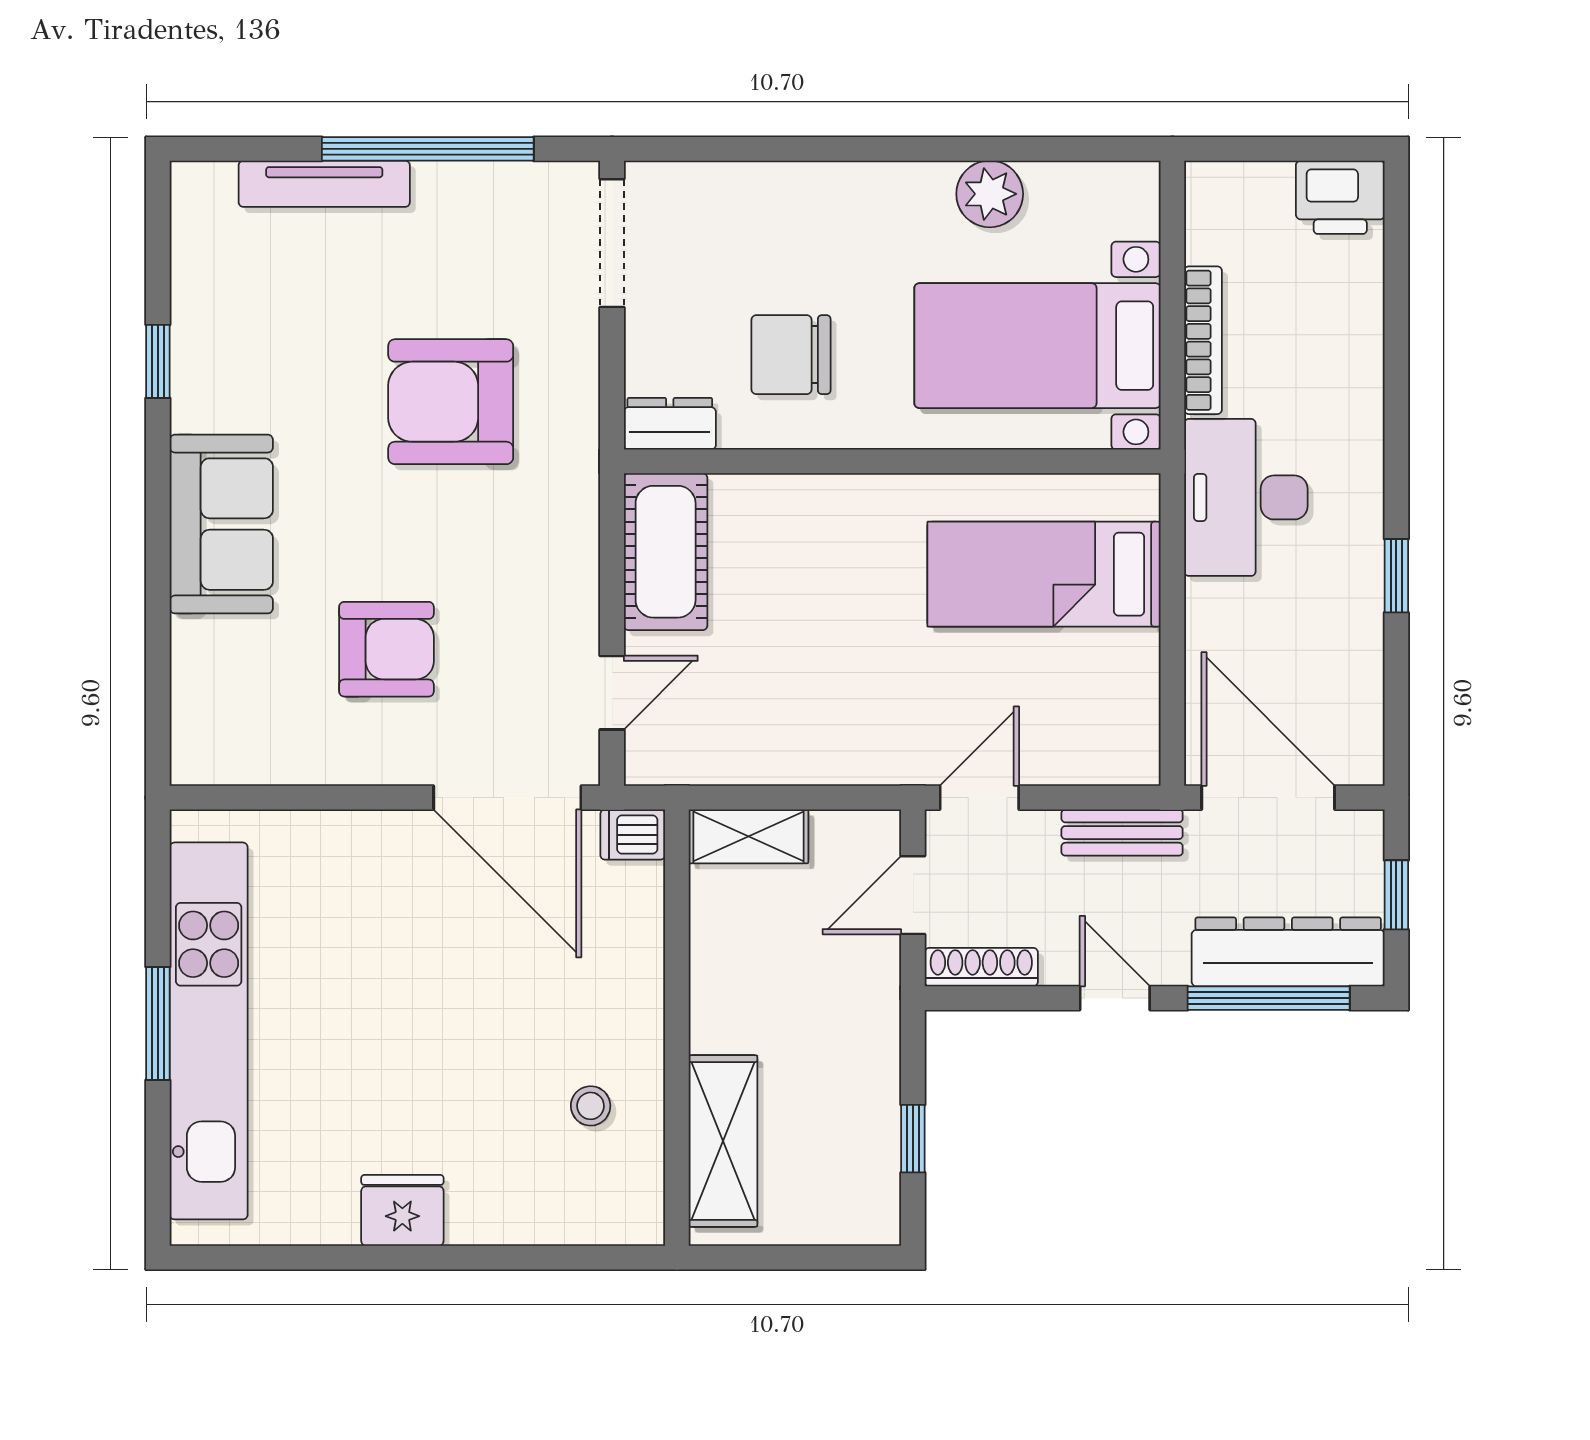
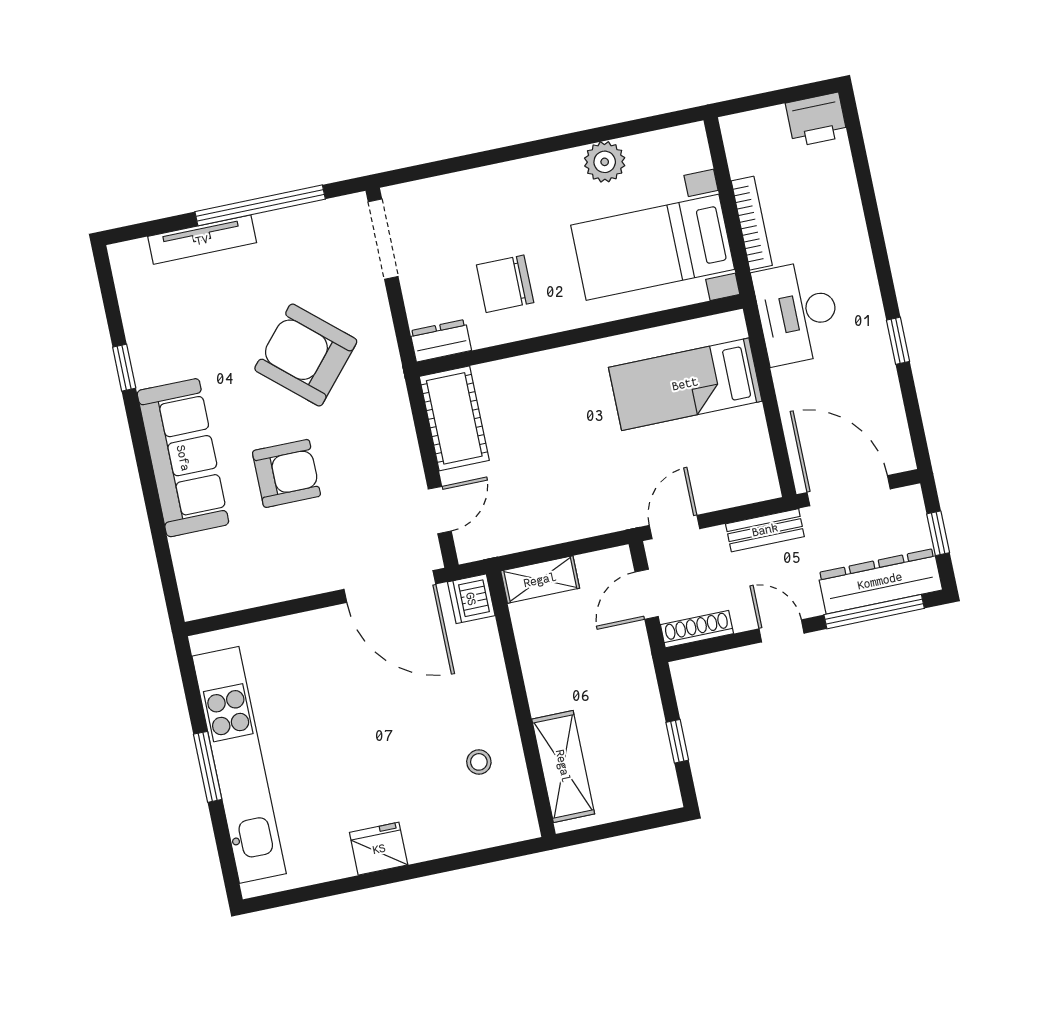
armchair: (451, 402) -> (306, 355), turned 41
sofa: (221, 524) -> (183, 458), width x1.36
armchair: (386, 649) -> (286, 473), moved
dishwasher: (633, 835) -> (471, 599), width x1.38

